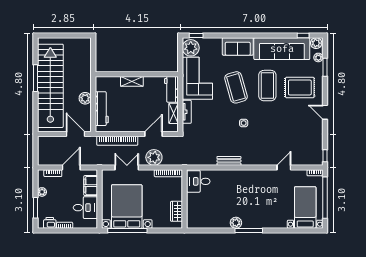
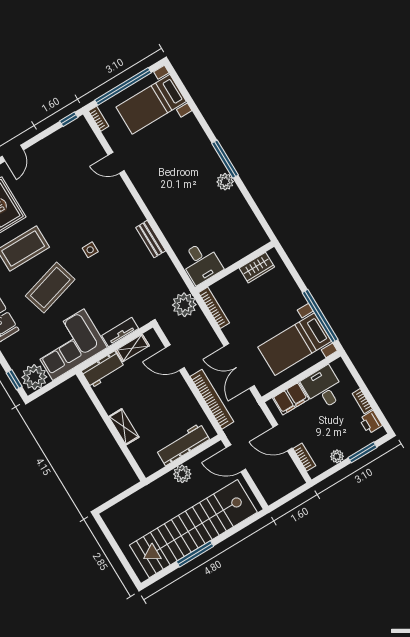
door: (75, 134) -> (236, 458), hinge flipped
plant: (154, 157) -> (184, 305), moved
double door: (127, 168) -> (239, 366), width x1.37
bed with nightstands: (127, 206) -> (295, 344), width x0.73

